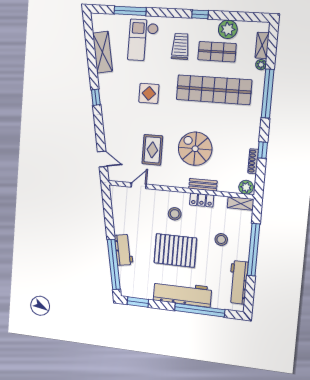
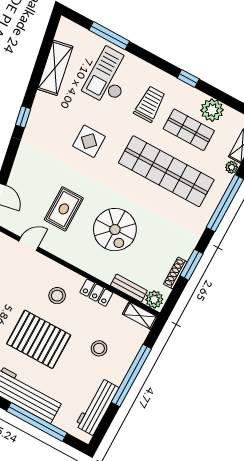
spiral stairs: (195, 149) -> (115, 230), turned 180
window: (263, 150) -> (192, 265), width x1.50
bench: (203, 185) -> (129, 288), moved

